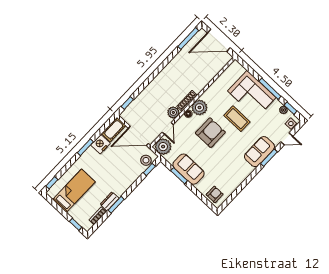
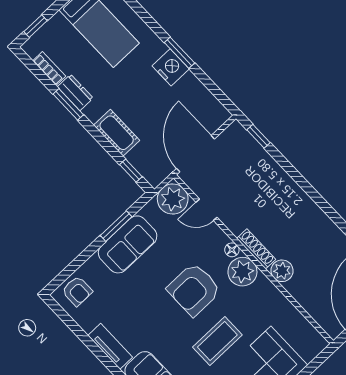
plant: (173, 112) -> (282, 271), moved
cot: (114, 130) -> (117, 133), moved
armchair: (210, 133) -> (194, 289), turned 90
nightstand: (100, 144) -> (171, 67), moved
stool: (146, 160) -> (149, 165), removed
tv unit: (243, 175) -> (110, 346), added

